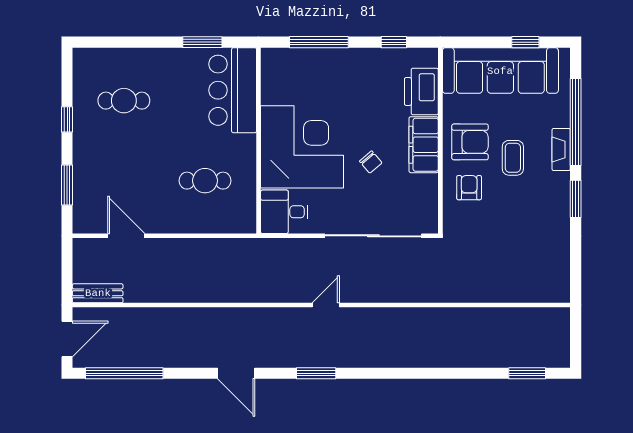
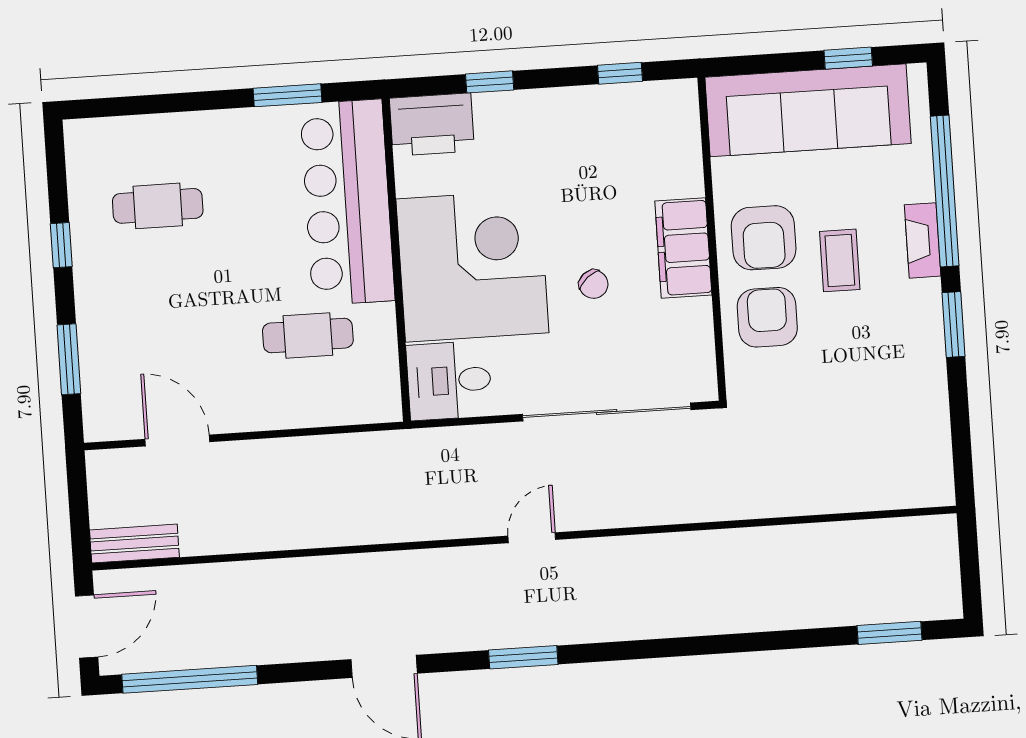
window: (319, 42) -> (490, 82), width x0.46
bar counter: (233, 90) -> (347, 202), width x1.36
printer: (421, 91) -> (432, 125), moved, turned -90
armchair: (470, 142) -> (764, 238), turned 90
armchair: (469, 188) -> (767, 317), width x1.38, depth x1.38

